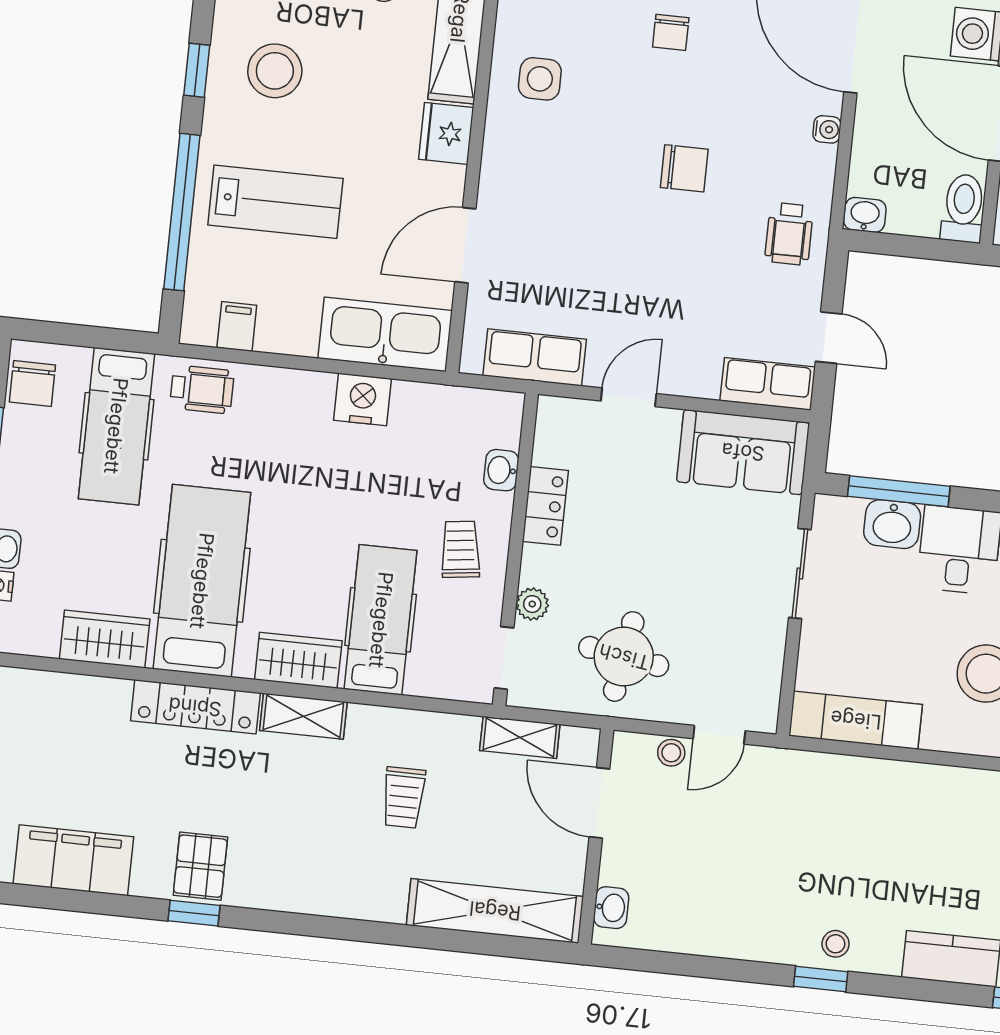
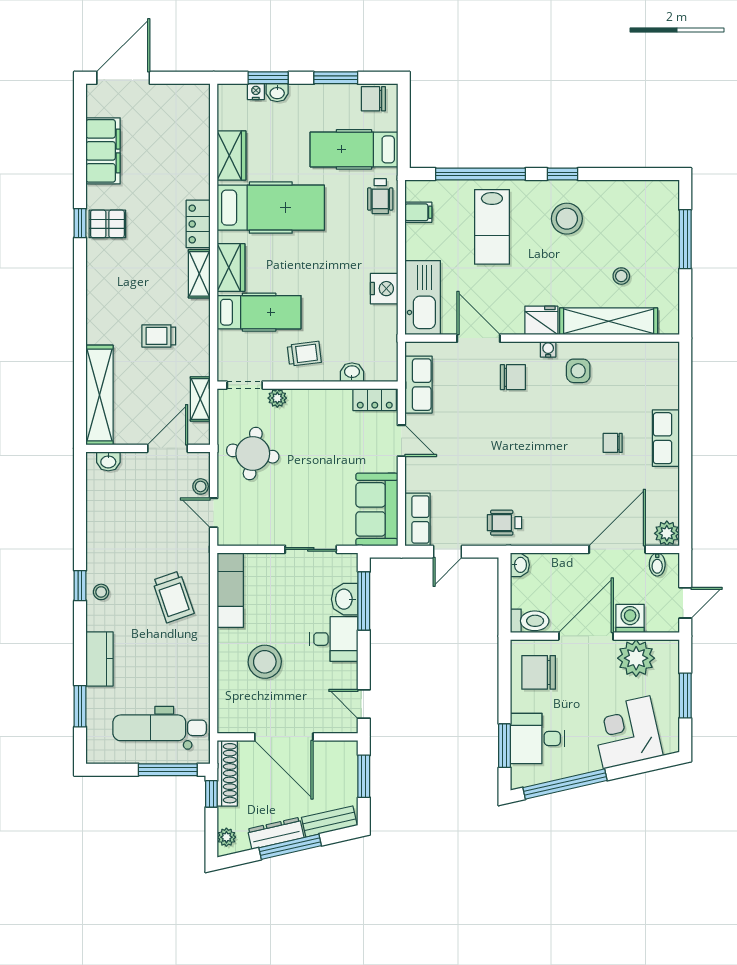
water cooler: (827, 129) -> (548, 349), moved, turned 180
chair: (684, 168) -> (513, 377), moved, turned -90
locker: (545, 506) -> (375, 400), moved
locker: (195, 707) -> (198, 224), width x0.66
trolley: (857, 820) -> (173, 597), added

